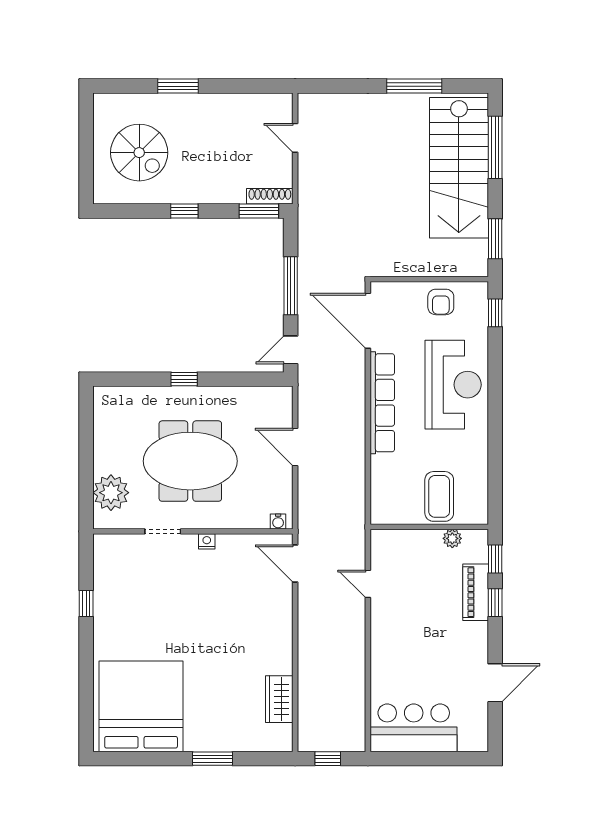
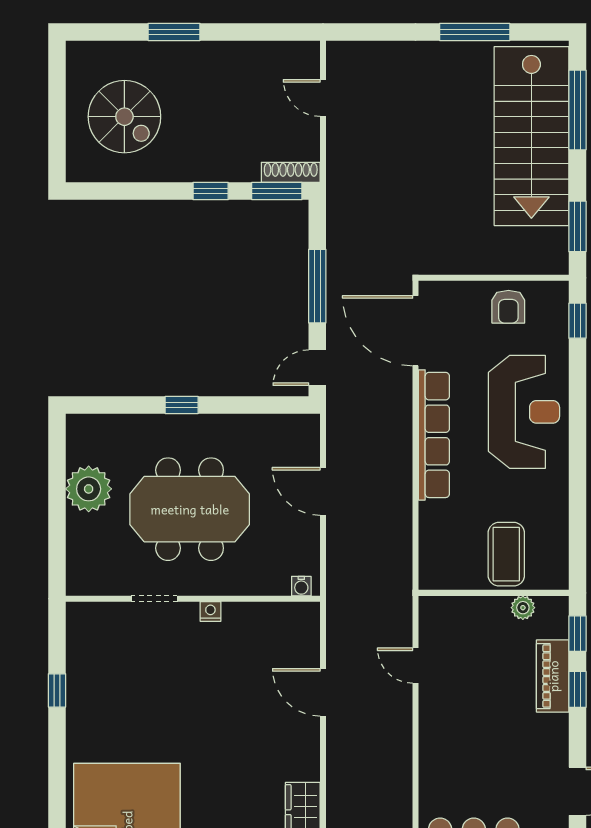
window: (184, 211) -> (211, 191), moved
plant: (111, 493) -> (89, 489), moved
door: (295, 564) -> (323, 692), moved

